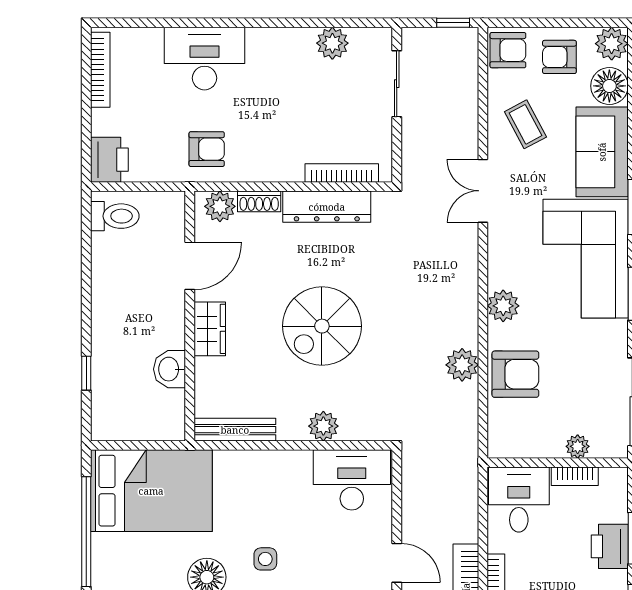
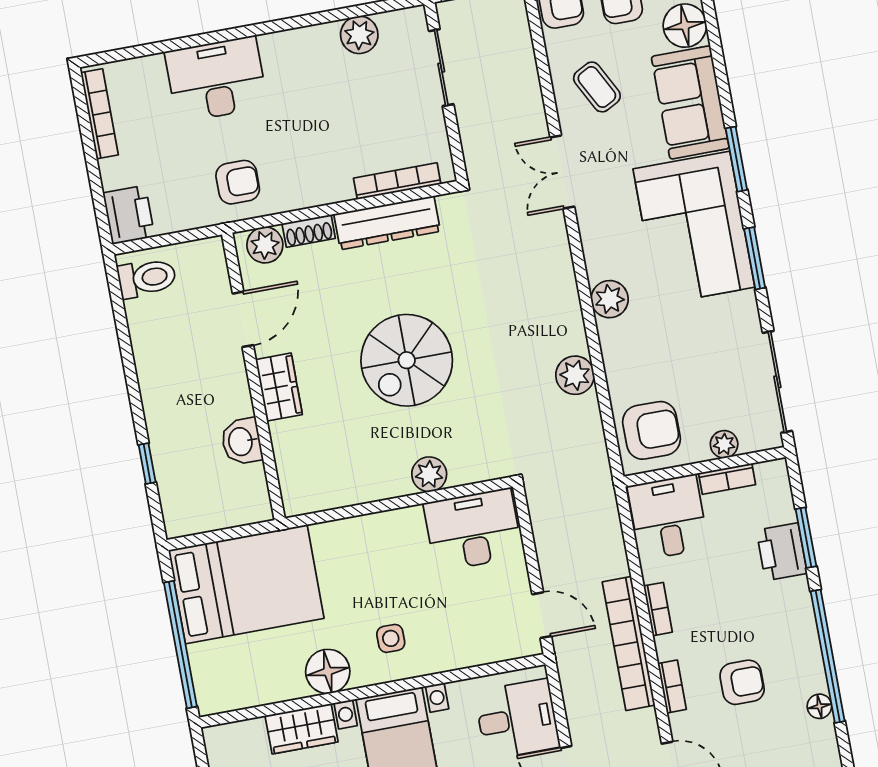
armchair: (515, 374) -> (652, 430), moved
bench: (235, 430) -> (329, 497), removed

